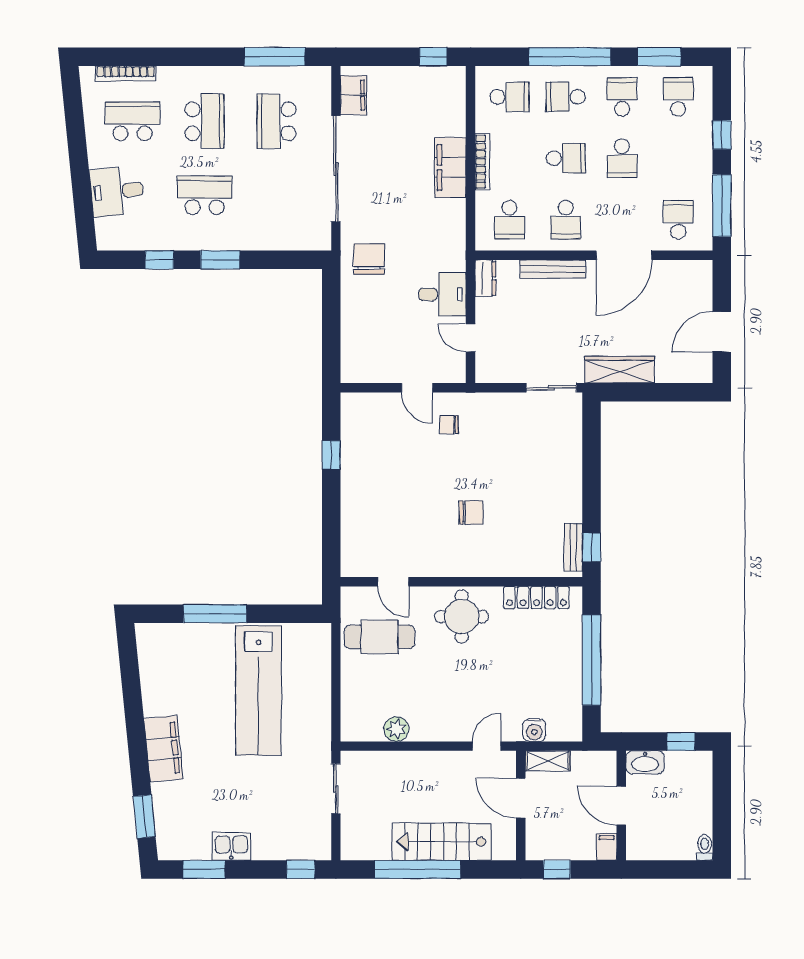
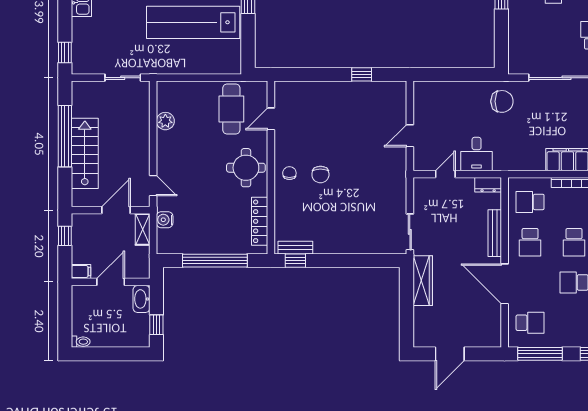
school desk: (566, 220) -> (530, 242), turned -90
door: (722, 332) -> (450, 354), swing flipped
chair: (449, 425) -> (289, 173), moved

